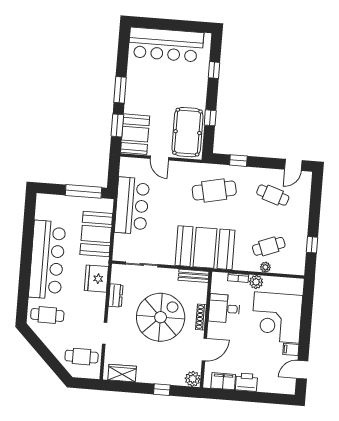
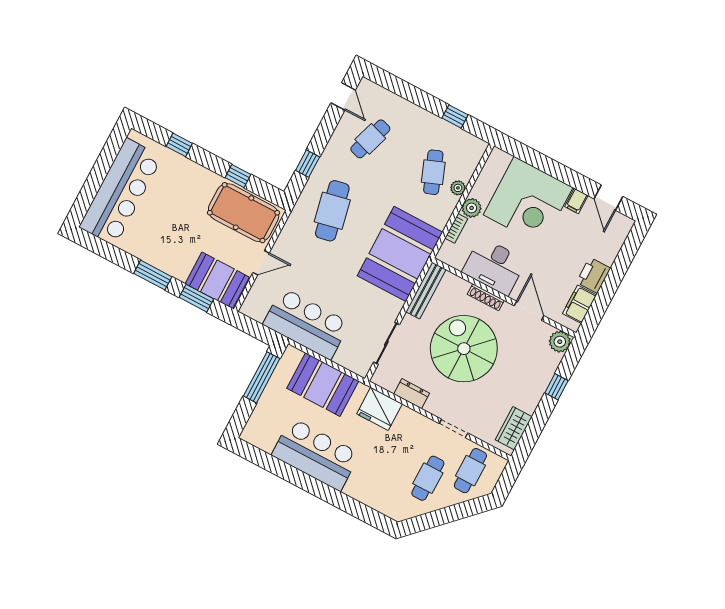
bar counter: (47, 260) -> (316, 454), width x0.73
bench: (194, 276) -> (426, 291), width x1.36
desk: (224, 309) -> (494, 266), width x1.37
cafe table: (47, 315) -> (428, 478), moved

